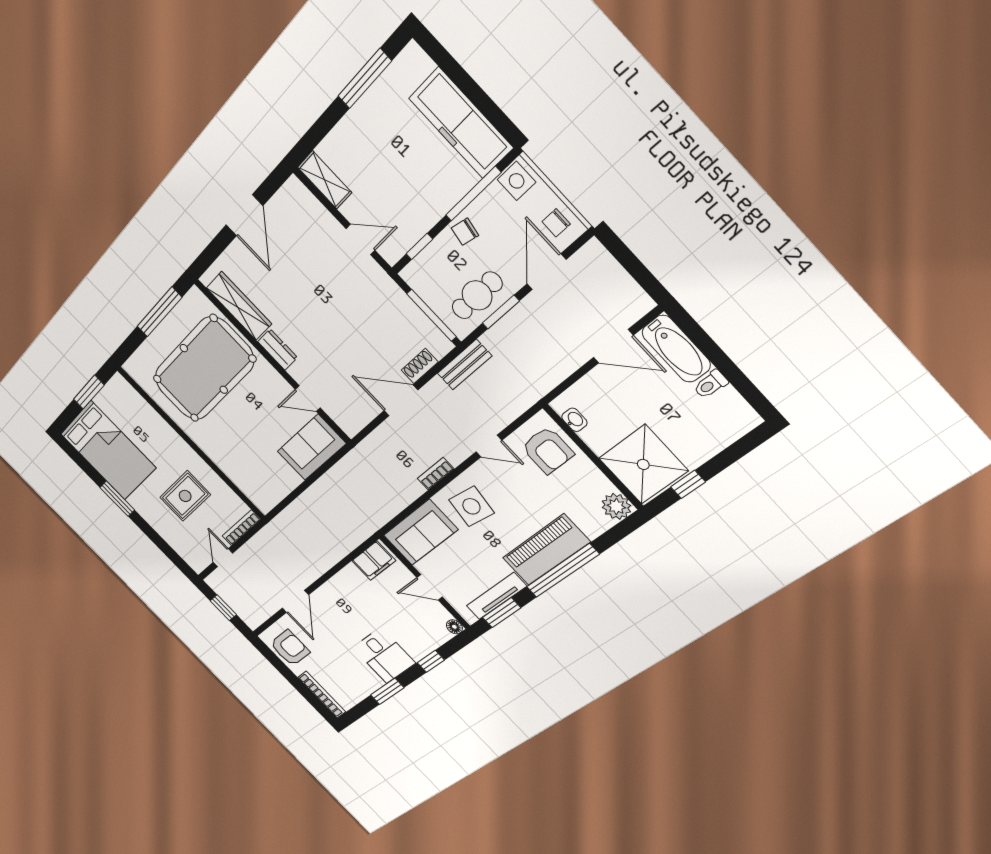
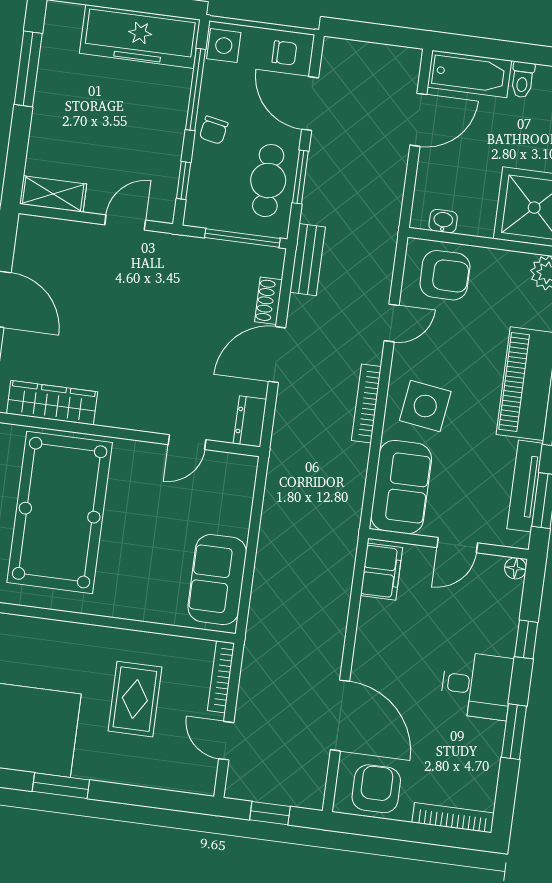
chair: (556, 223) -> (284, 53), turned -90
dresser: (278, 350) -> (250, 421), moved, turned -90
sofa: (312, 447) -> (217, 580), moved
bookcase: (436, 474) -> (366, 404), width x1.56
door: (295, 602) -> (340, 715), width x1.36

